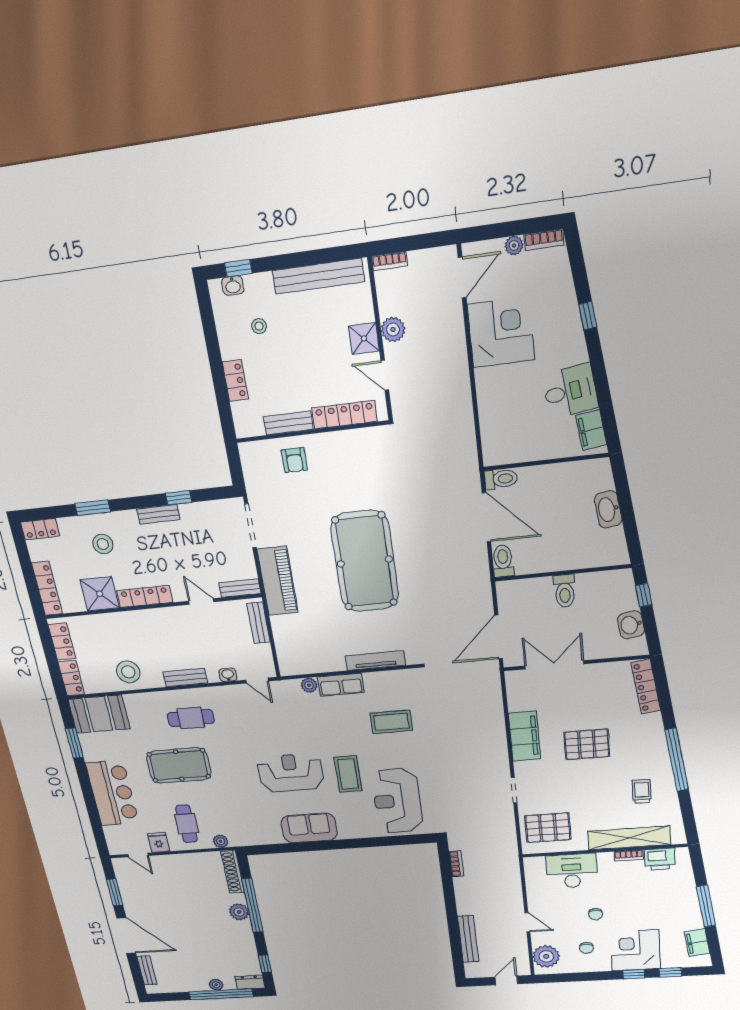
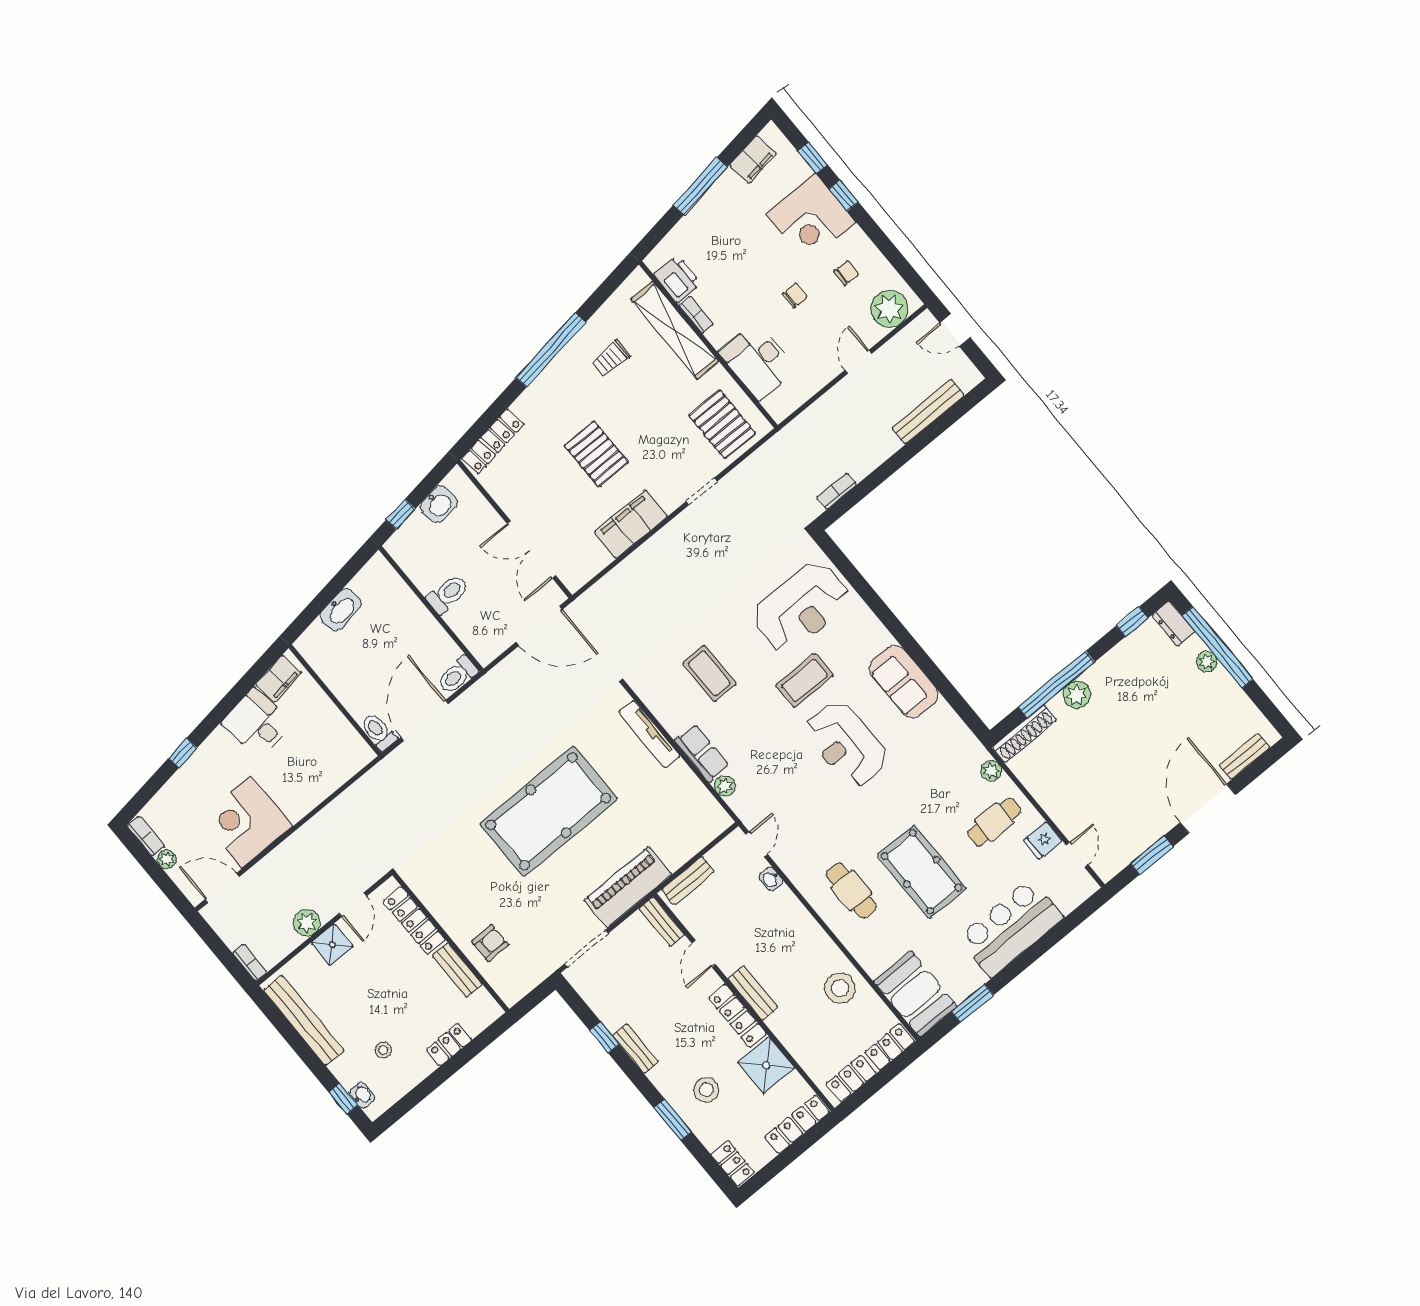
bench: (185, 677) -> (753, 993), moved

